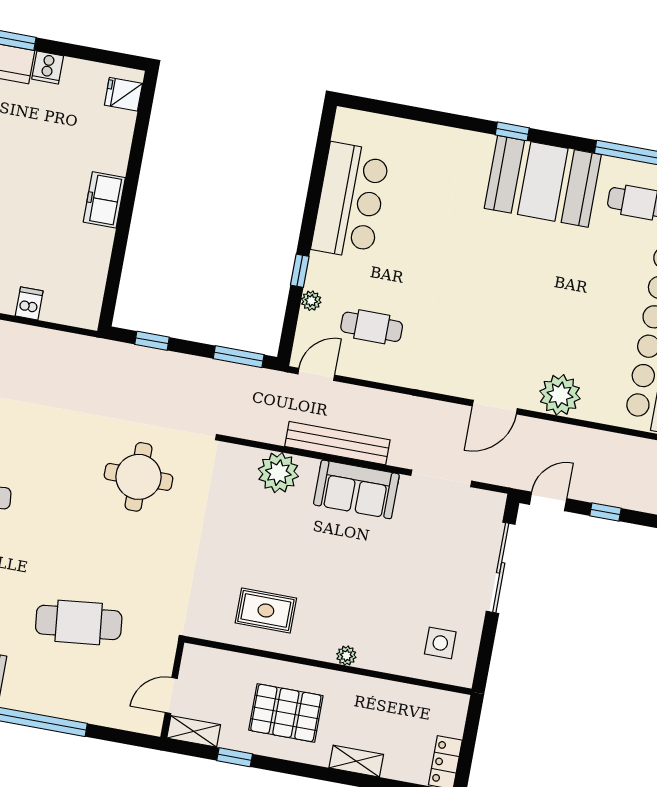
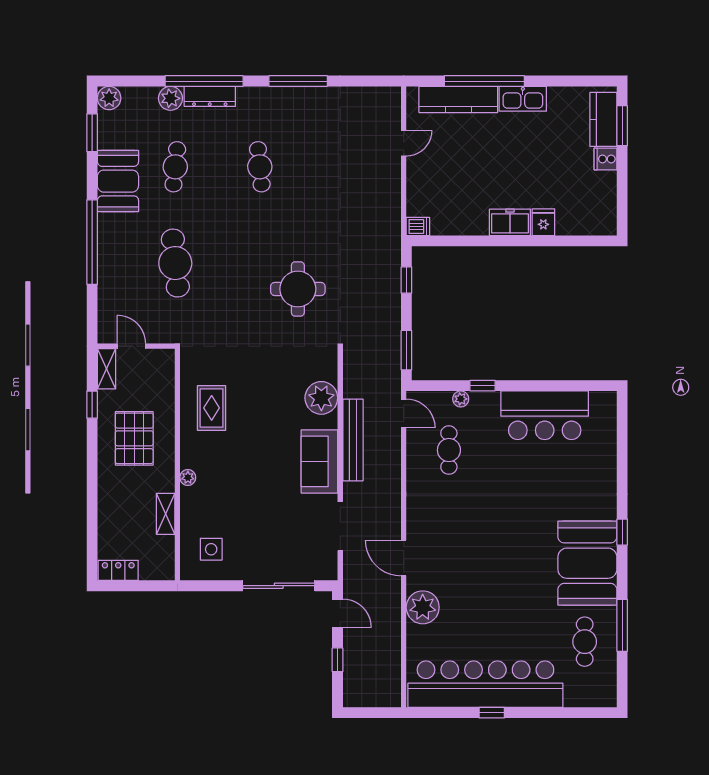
fridge: (123, 94) -> (543, 222), moved
dishwasher: (29, 303) -> (418, 227), moved
shelving: (356, 761) -> (166, 514), moved

